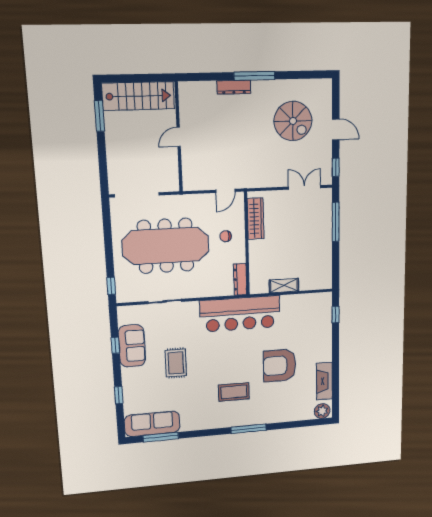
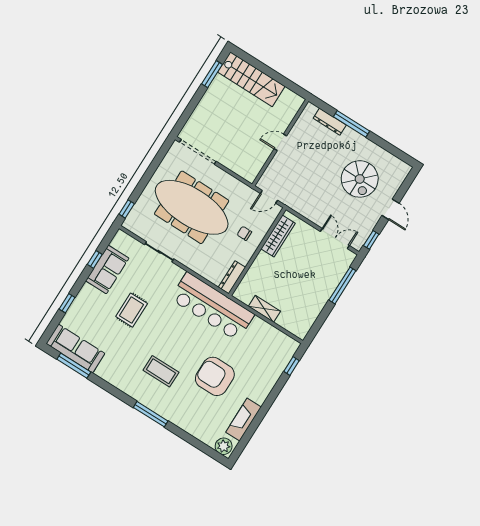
door: (179, 137) -> (280, 142), moved
wall: (179, 137) -> (280, 143), moved

